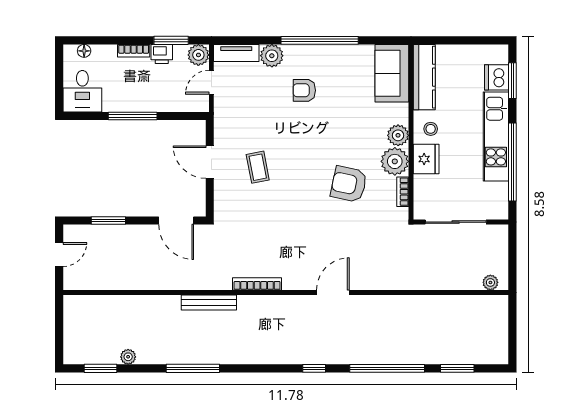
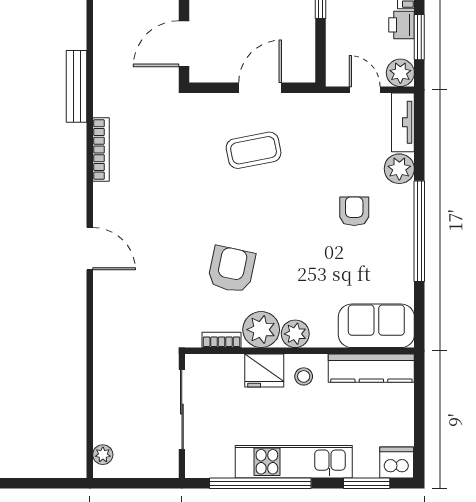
dishwasher: (496, 77) -> (397, 463), moved
coffee table: (258, 167) -> (254, 150), width x1.36, depth x1.30

